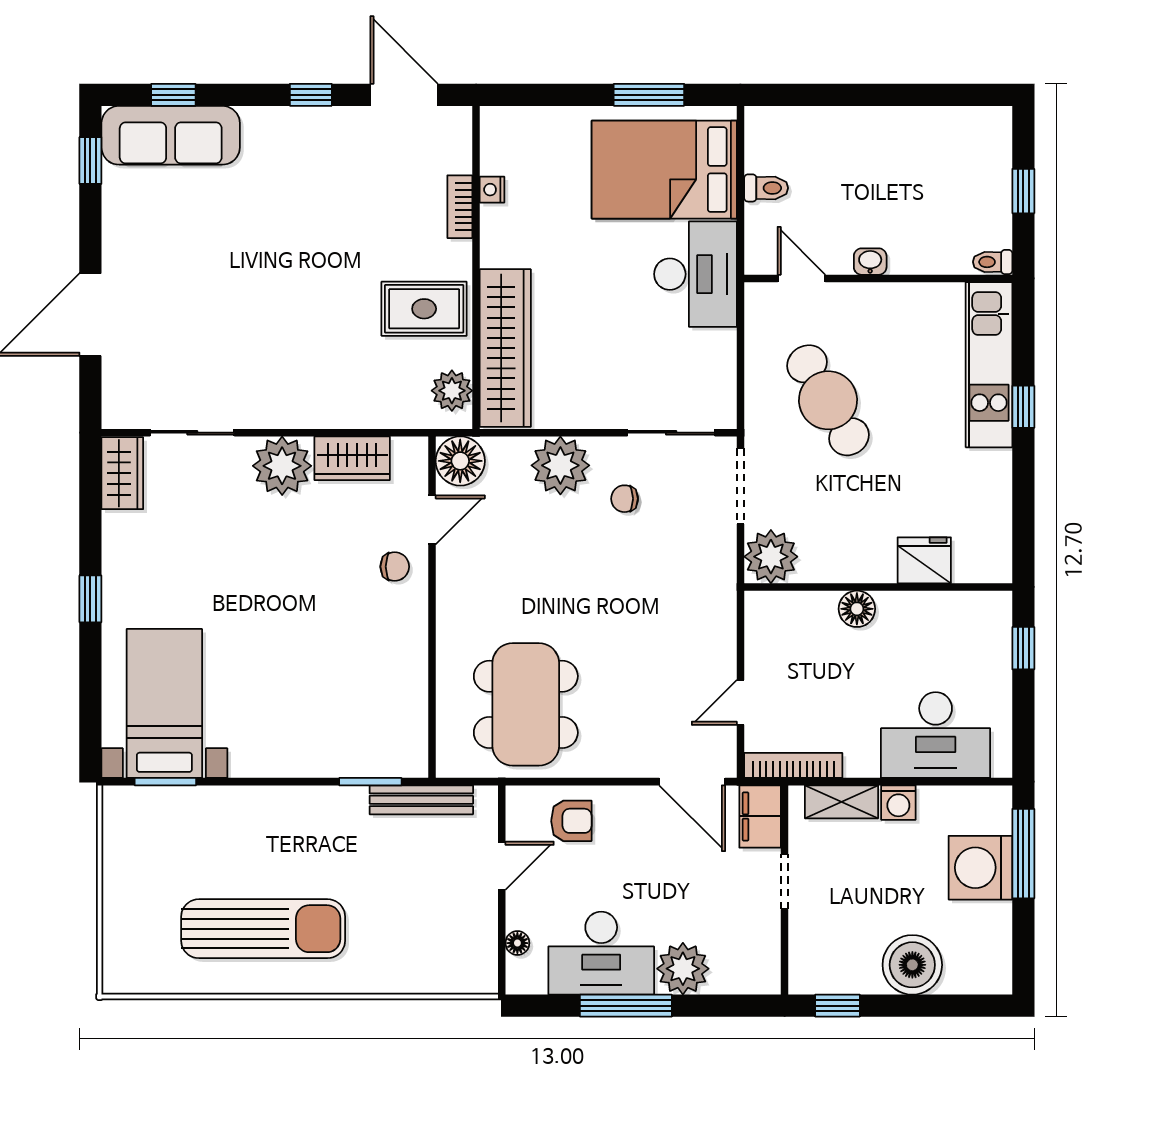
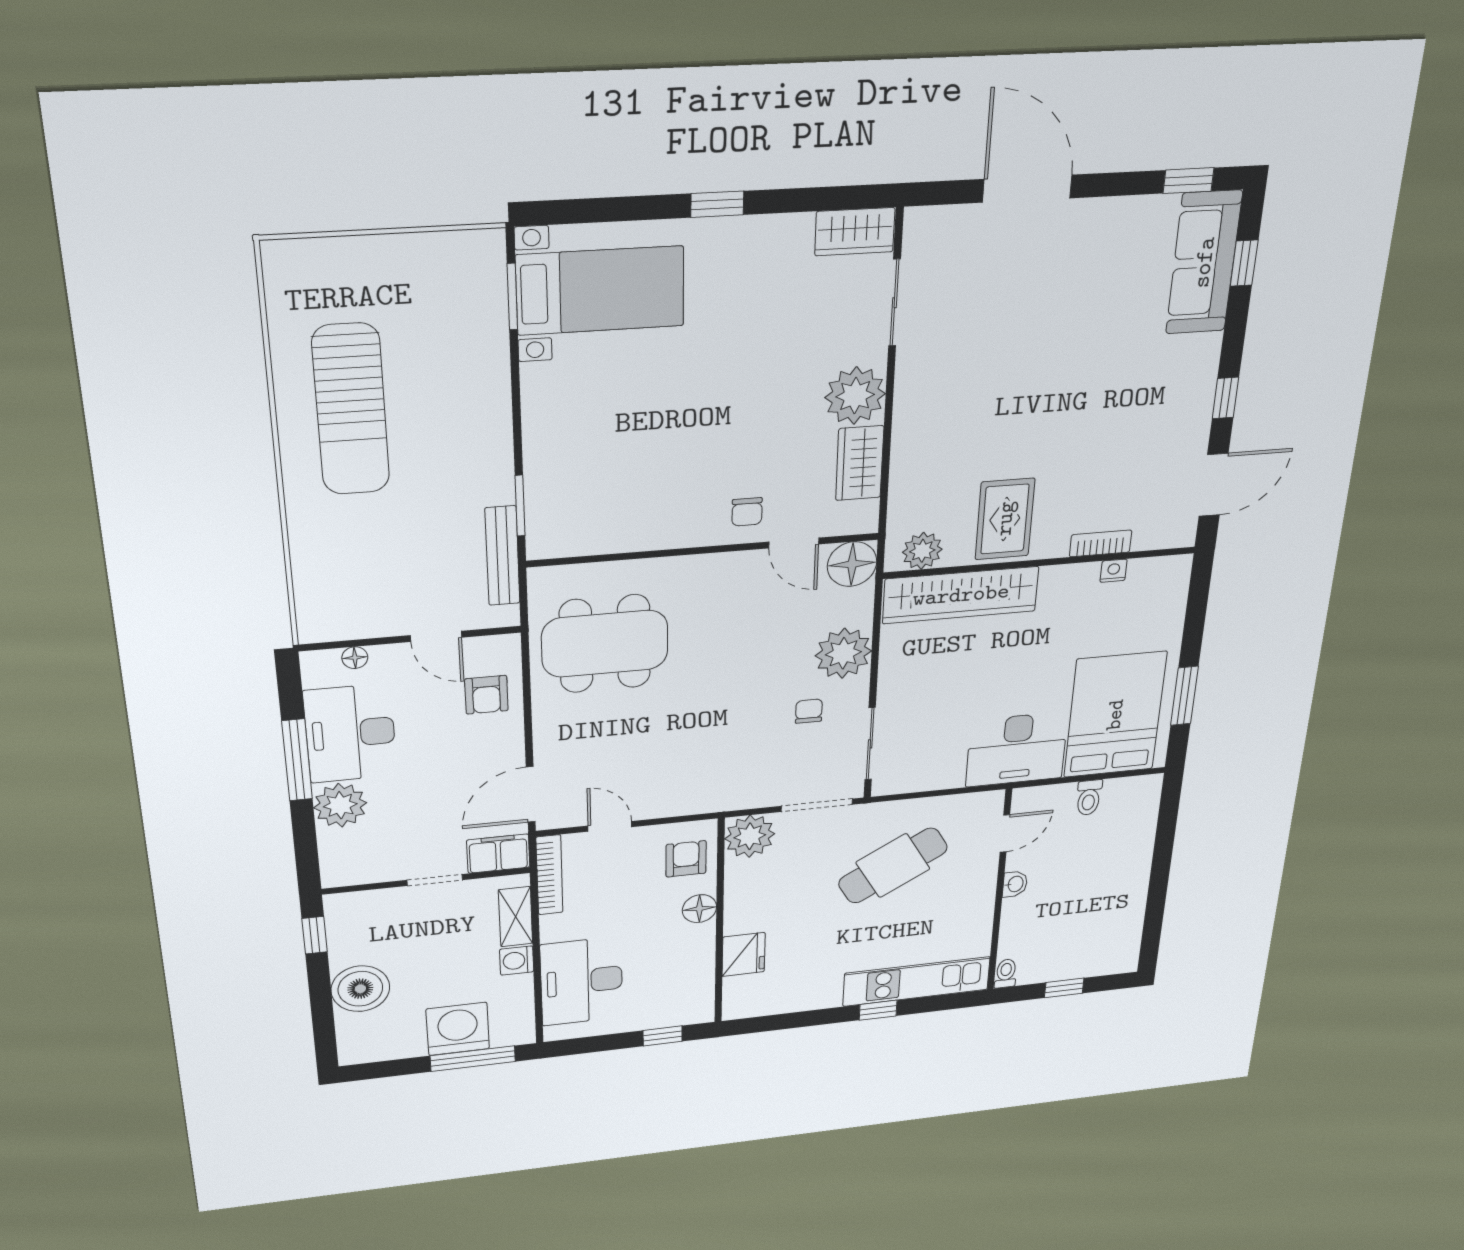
armchair: (791, 623) -> (686, 859), added

